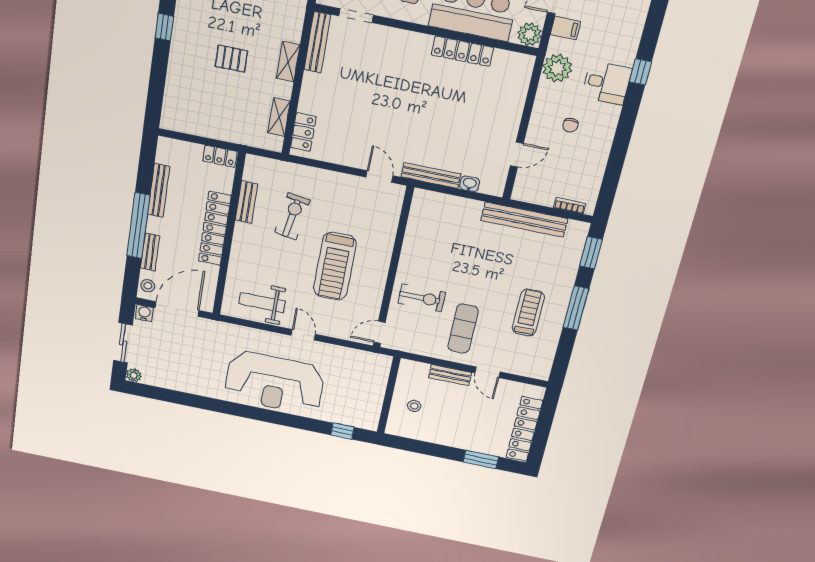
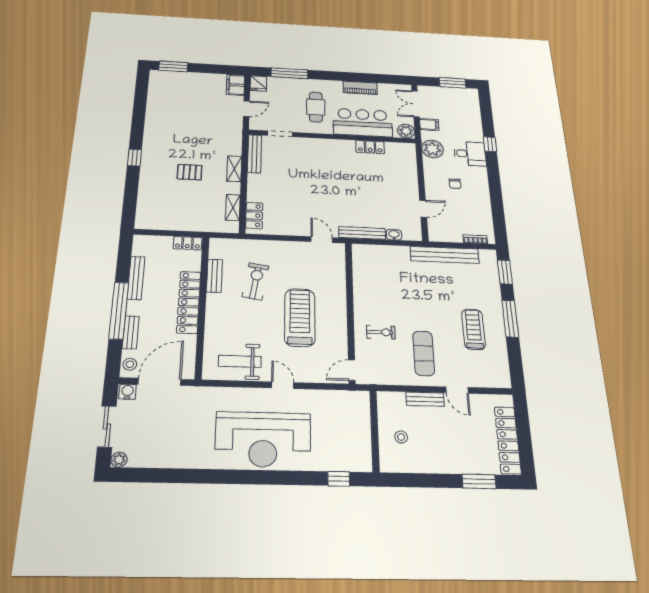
locker: (462, 51) -> (370, 147), width x0.66
treadmill: (335, 266) -> (300, 317), turned 180
exercise bike: (422, 298) -> (381, 332), width x0.73, depth x0.72

